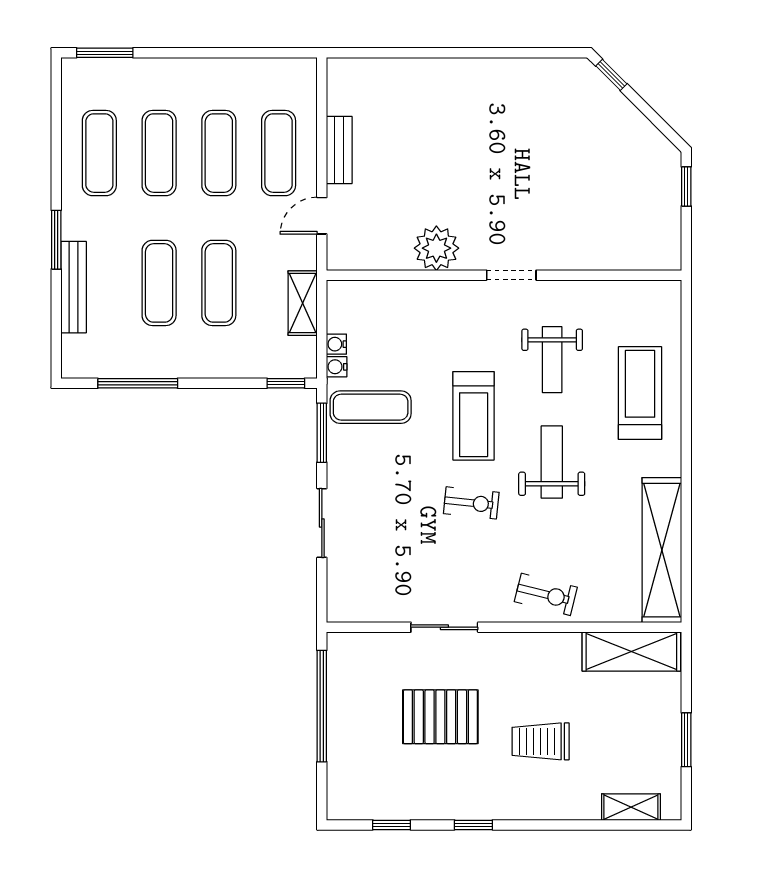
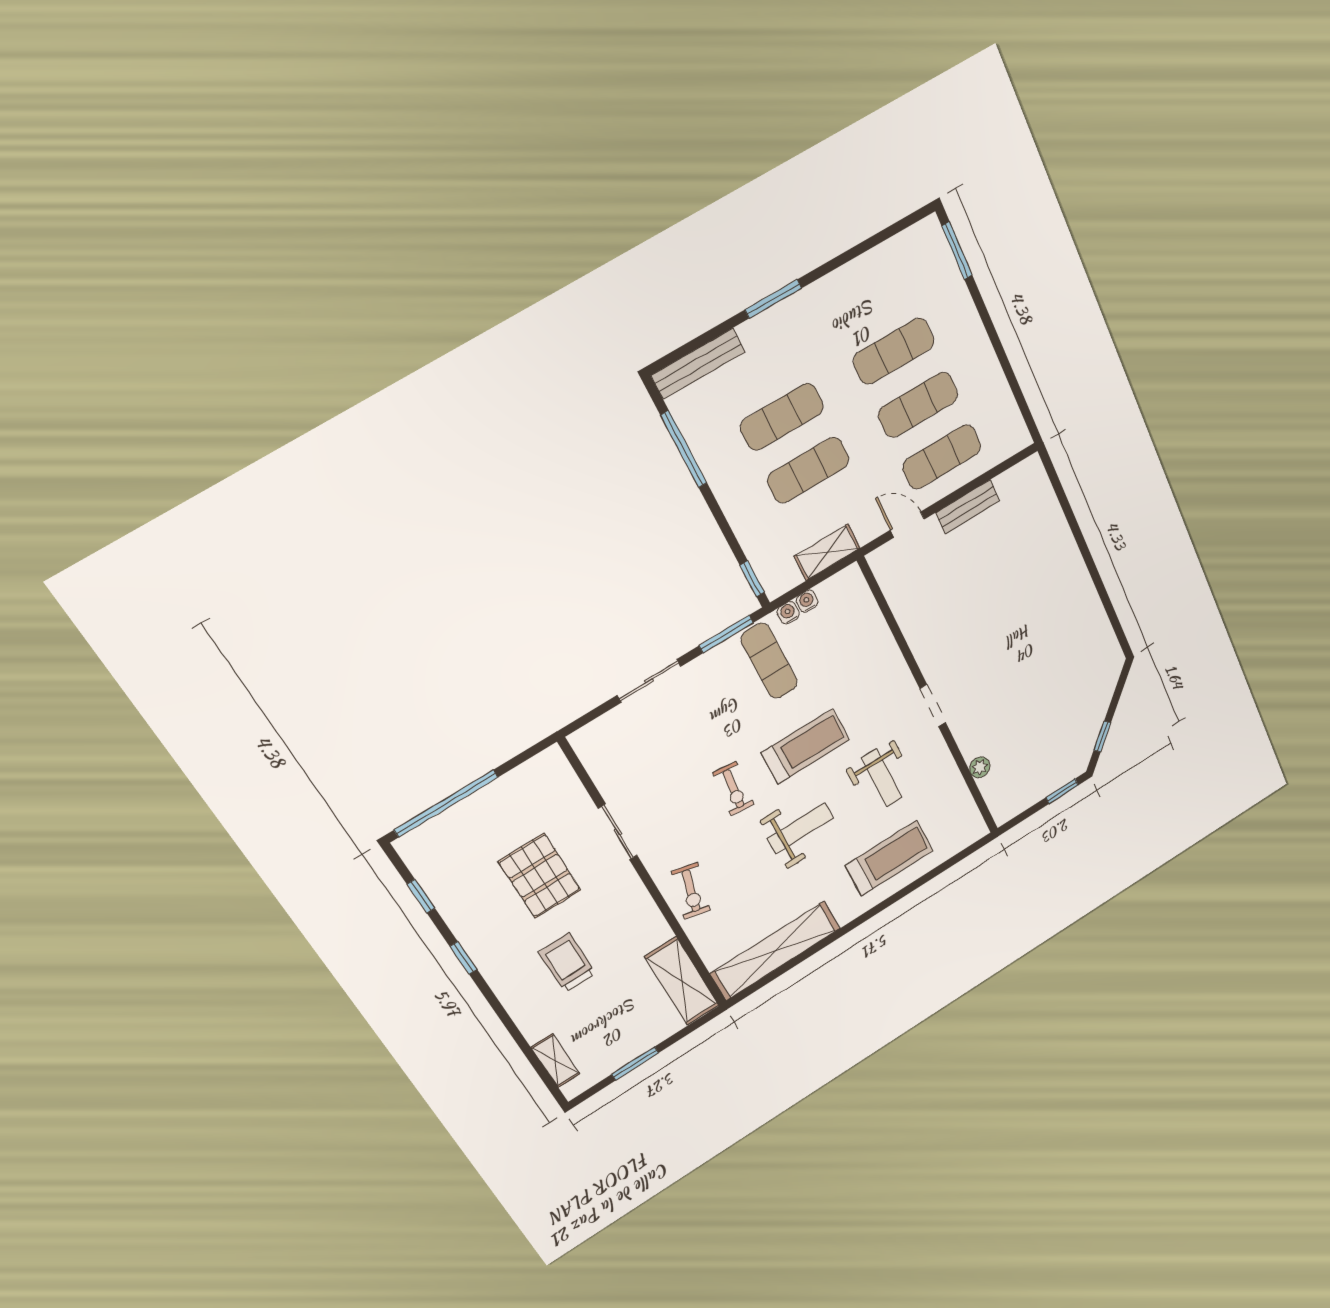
window: (611, 75) -> (1102, 736), moved
exercise mat: (99, 153) -> (869, 296), removed
plant: (436, 248) -> (980, 767), moved, width x0.53, depth x0.53
bench: (74, 287) -> (698, 364), moved
weight bench: (552, 360) -> (882, 778), turned -90
treadmill: (474, 416) -> (805, 746), turned 180
window: (322, 706) -> (446, 804), moved

